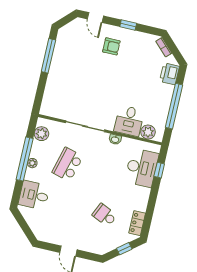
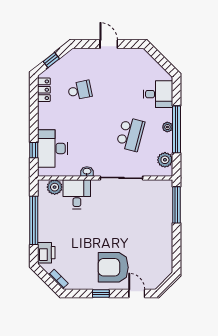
armchair: (111, 46) -> (113, 267), width x1.88, depth x1.88
window: (48, 56) -> (176, 205), moved
school desk: (105, 215) -> (80, 90), turned -36

